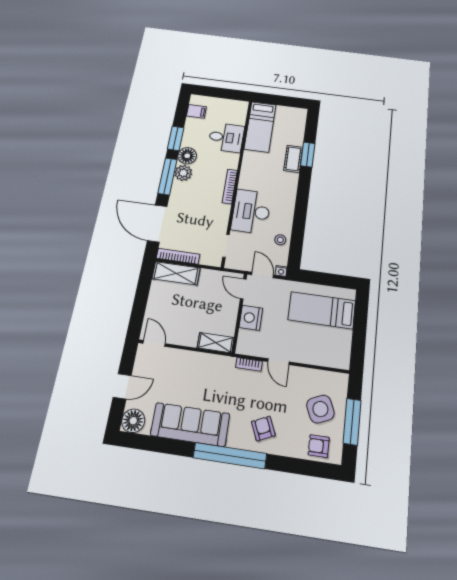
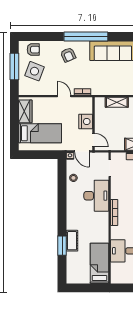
shelving: (216, 343) -> (117, 102), moved
wardrobe: (341, 347) -> (25, 111), added
side table: (320, 409) -> (34, 71), turned 45

